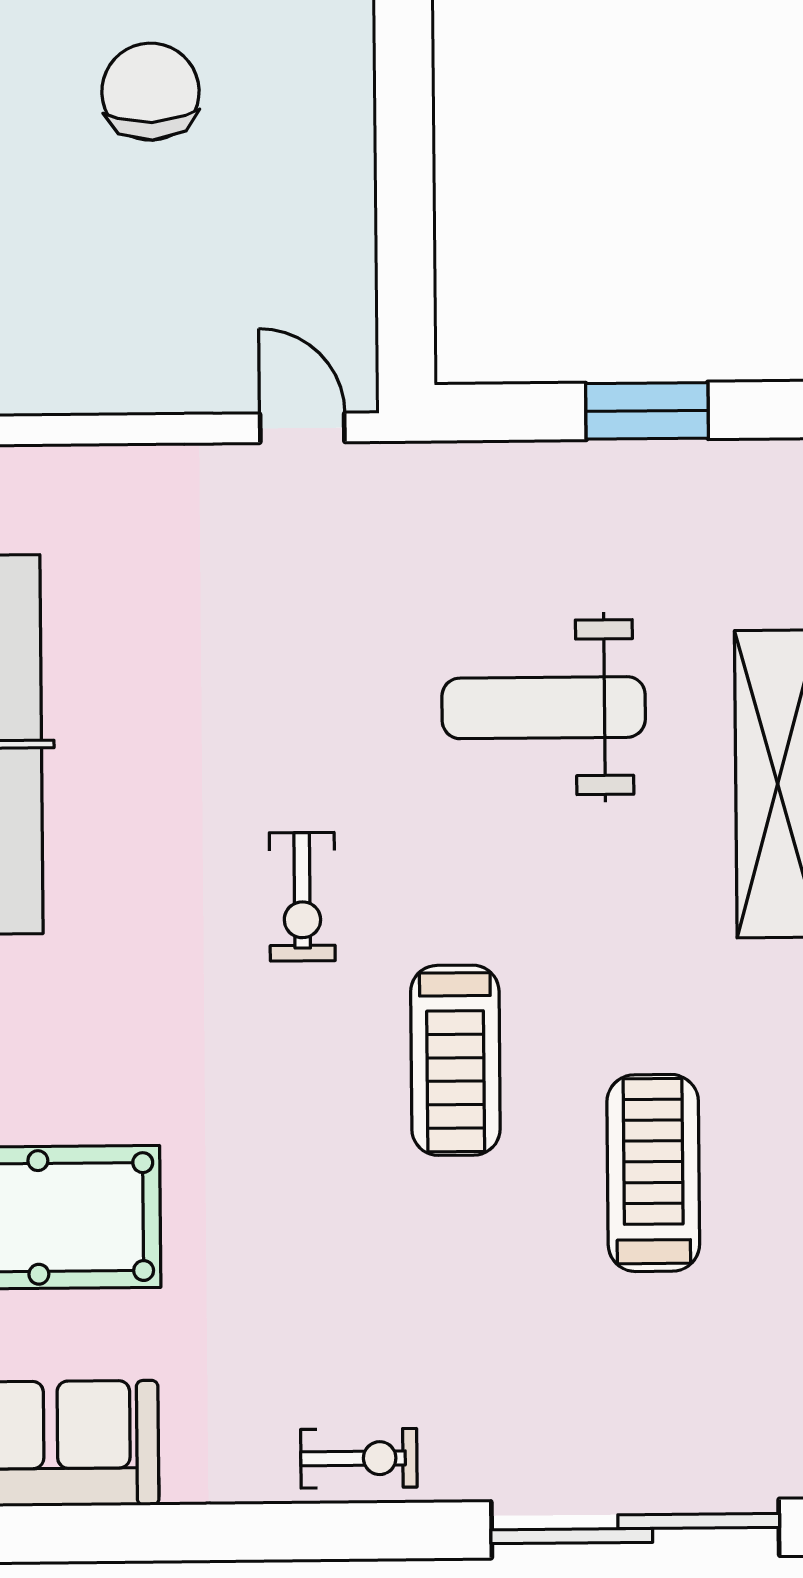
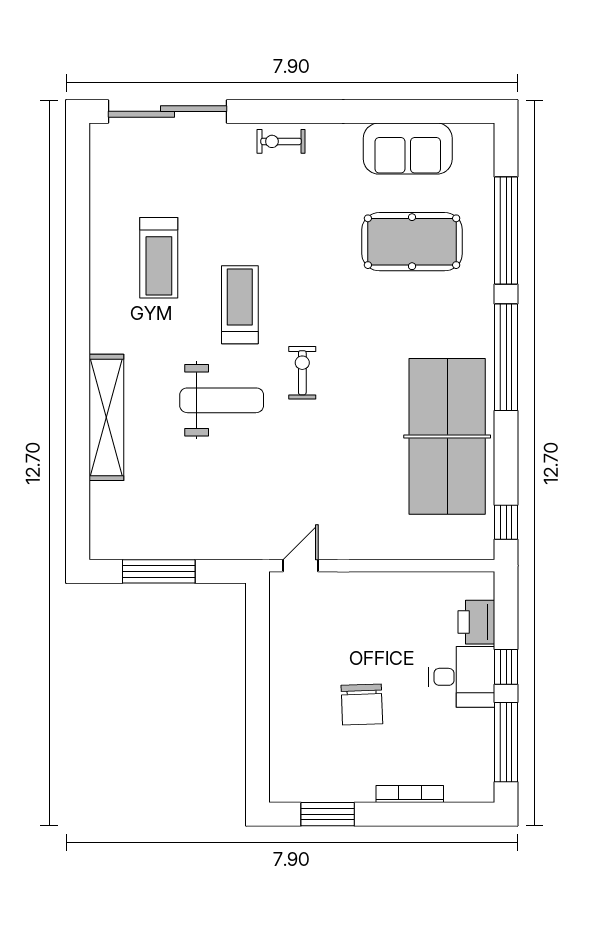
window: (647, 411) -> (159, 571), width x1.44
door: (302, 428) -> (301, 566), swing flipped
weight bench: (544, 708) -> (222, 400), moved

